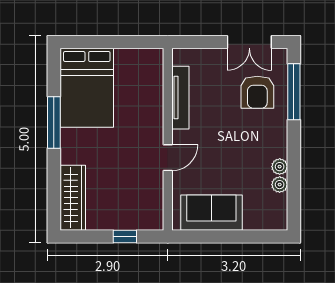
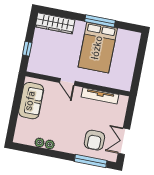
bed: (87, 88) -> (98, 48), moved, turned -90
armchair: (257, 92) -> (94, 140), turned -90

